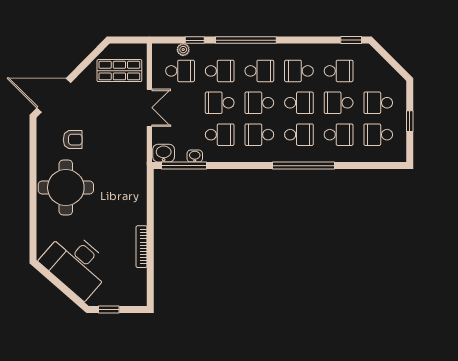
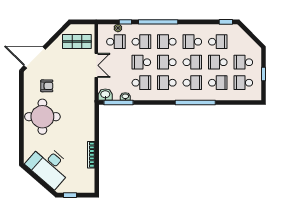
school desk: (259, 71) -> (167, 42), turned 180

